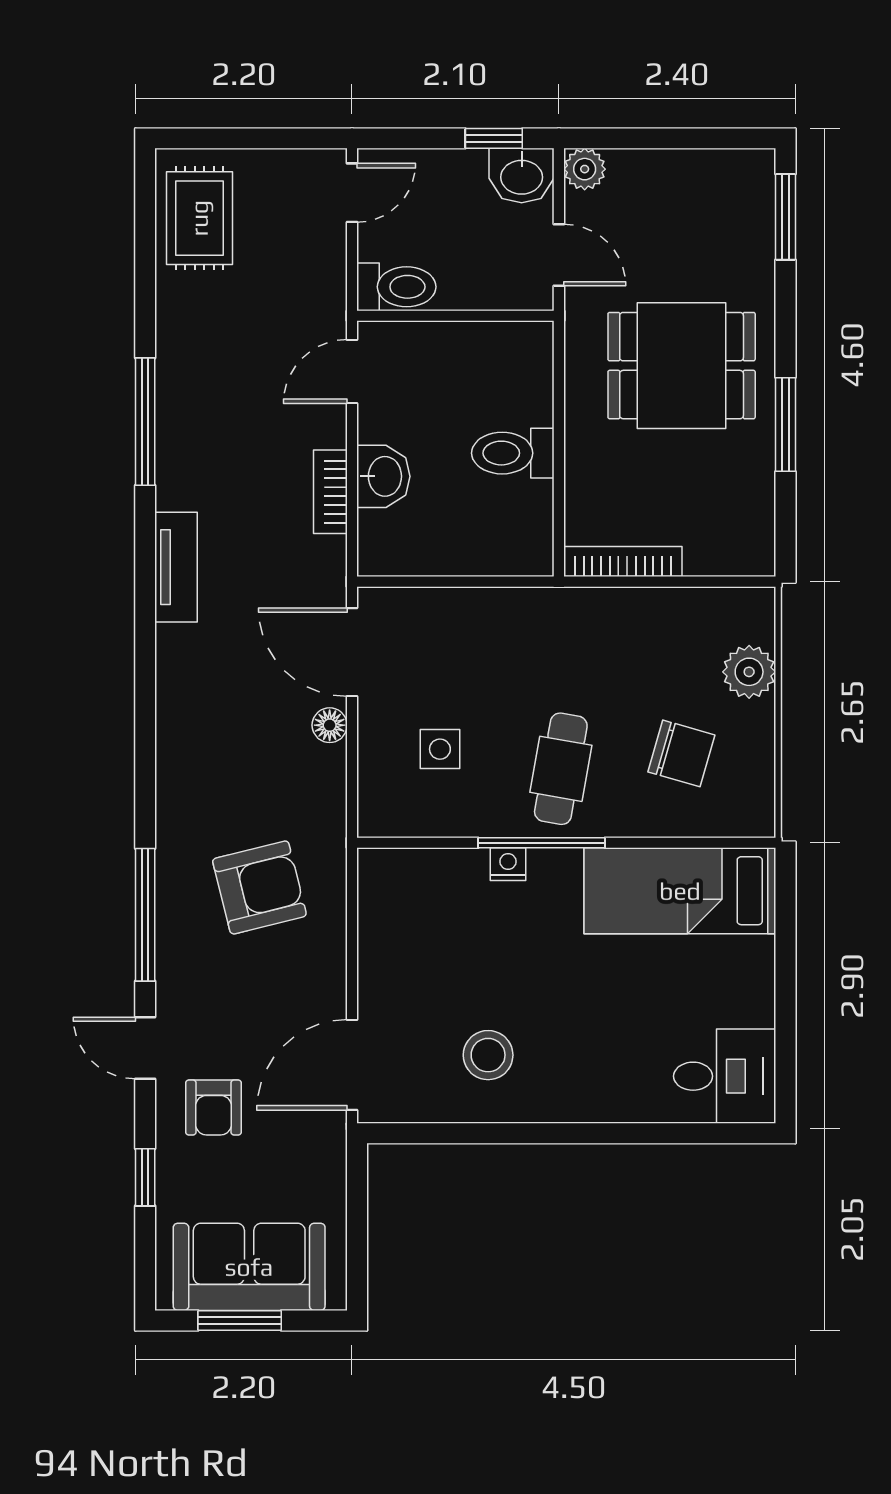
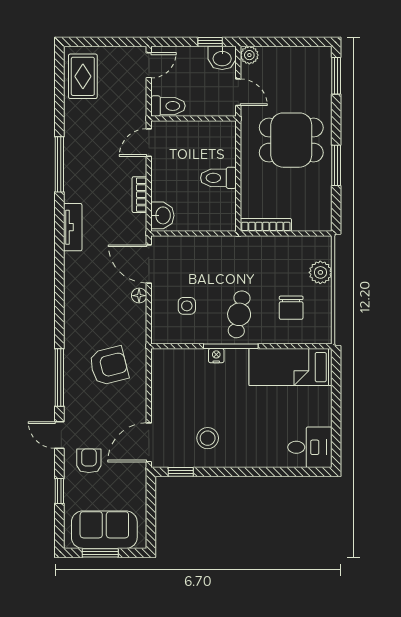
washbasin: (383, 476) -> (162, 215), moved
chair: (681, 753) -> (291, 308), turned 74
armchair: (214, 1107) -> (89, 461), turned 180
window: (426, 1133) -> (181, 472), added

